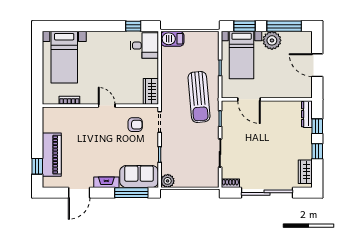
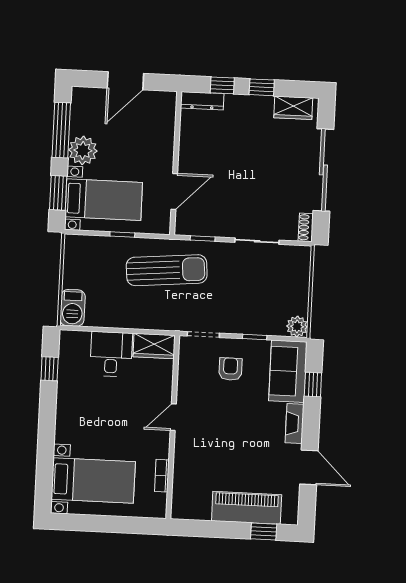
desk: (144, 46) -> (111, 354), moved
armchair: (135, 125) -> (230, 369), moved
window: (131, 193) -> (313, 385), width x0.46

